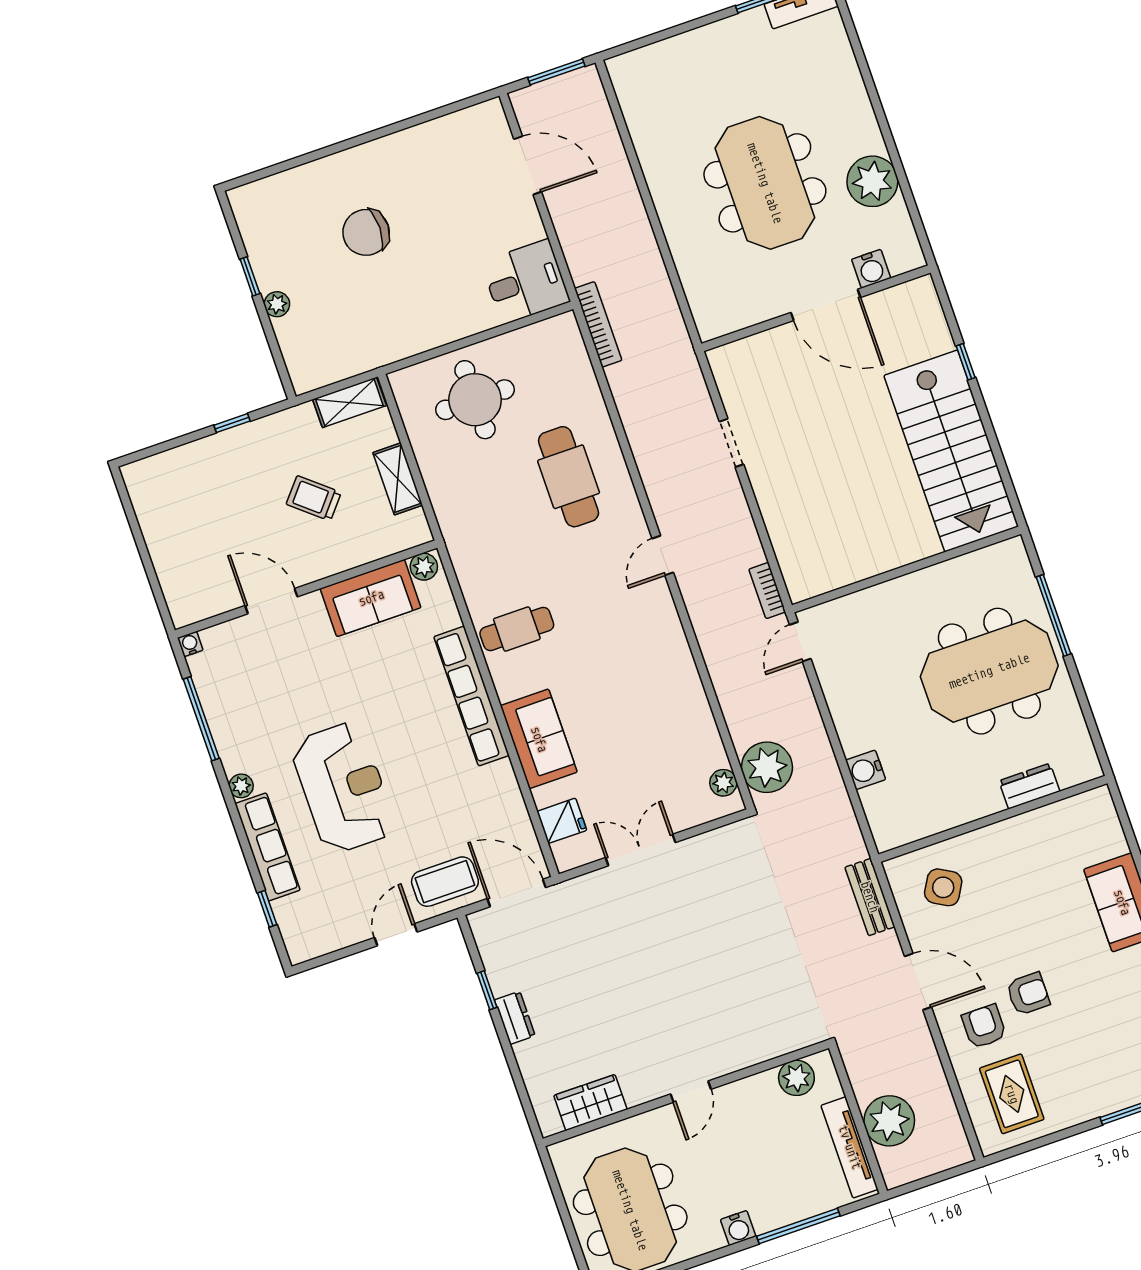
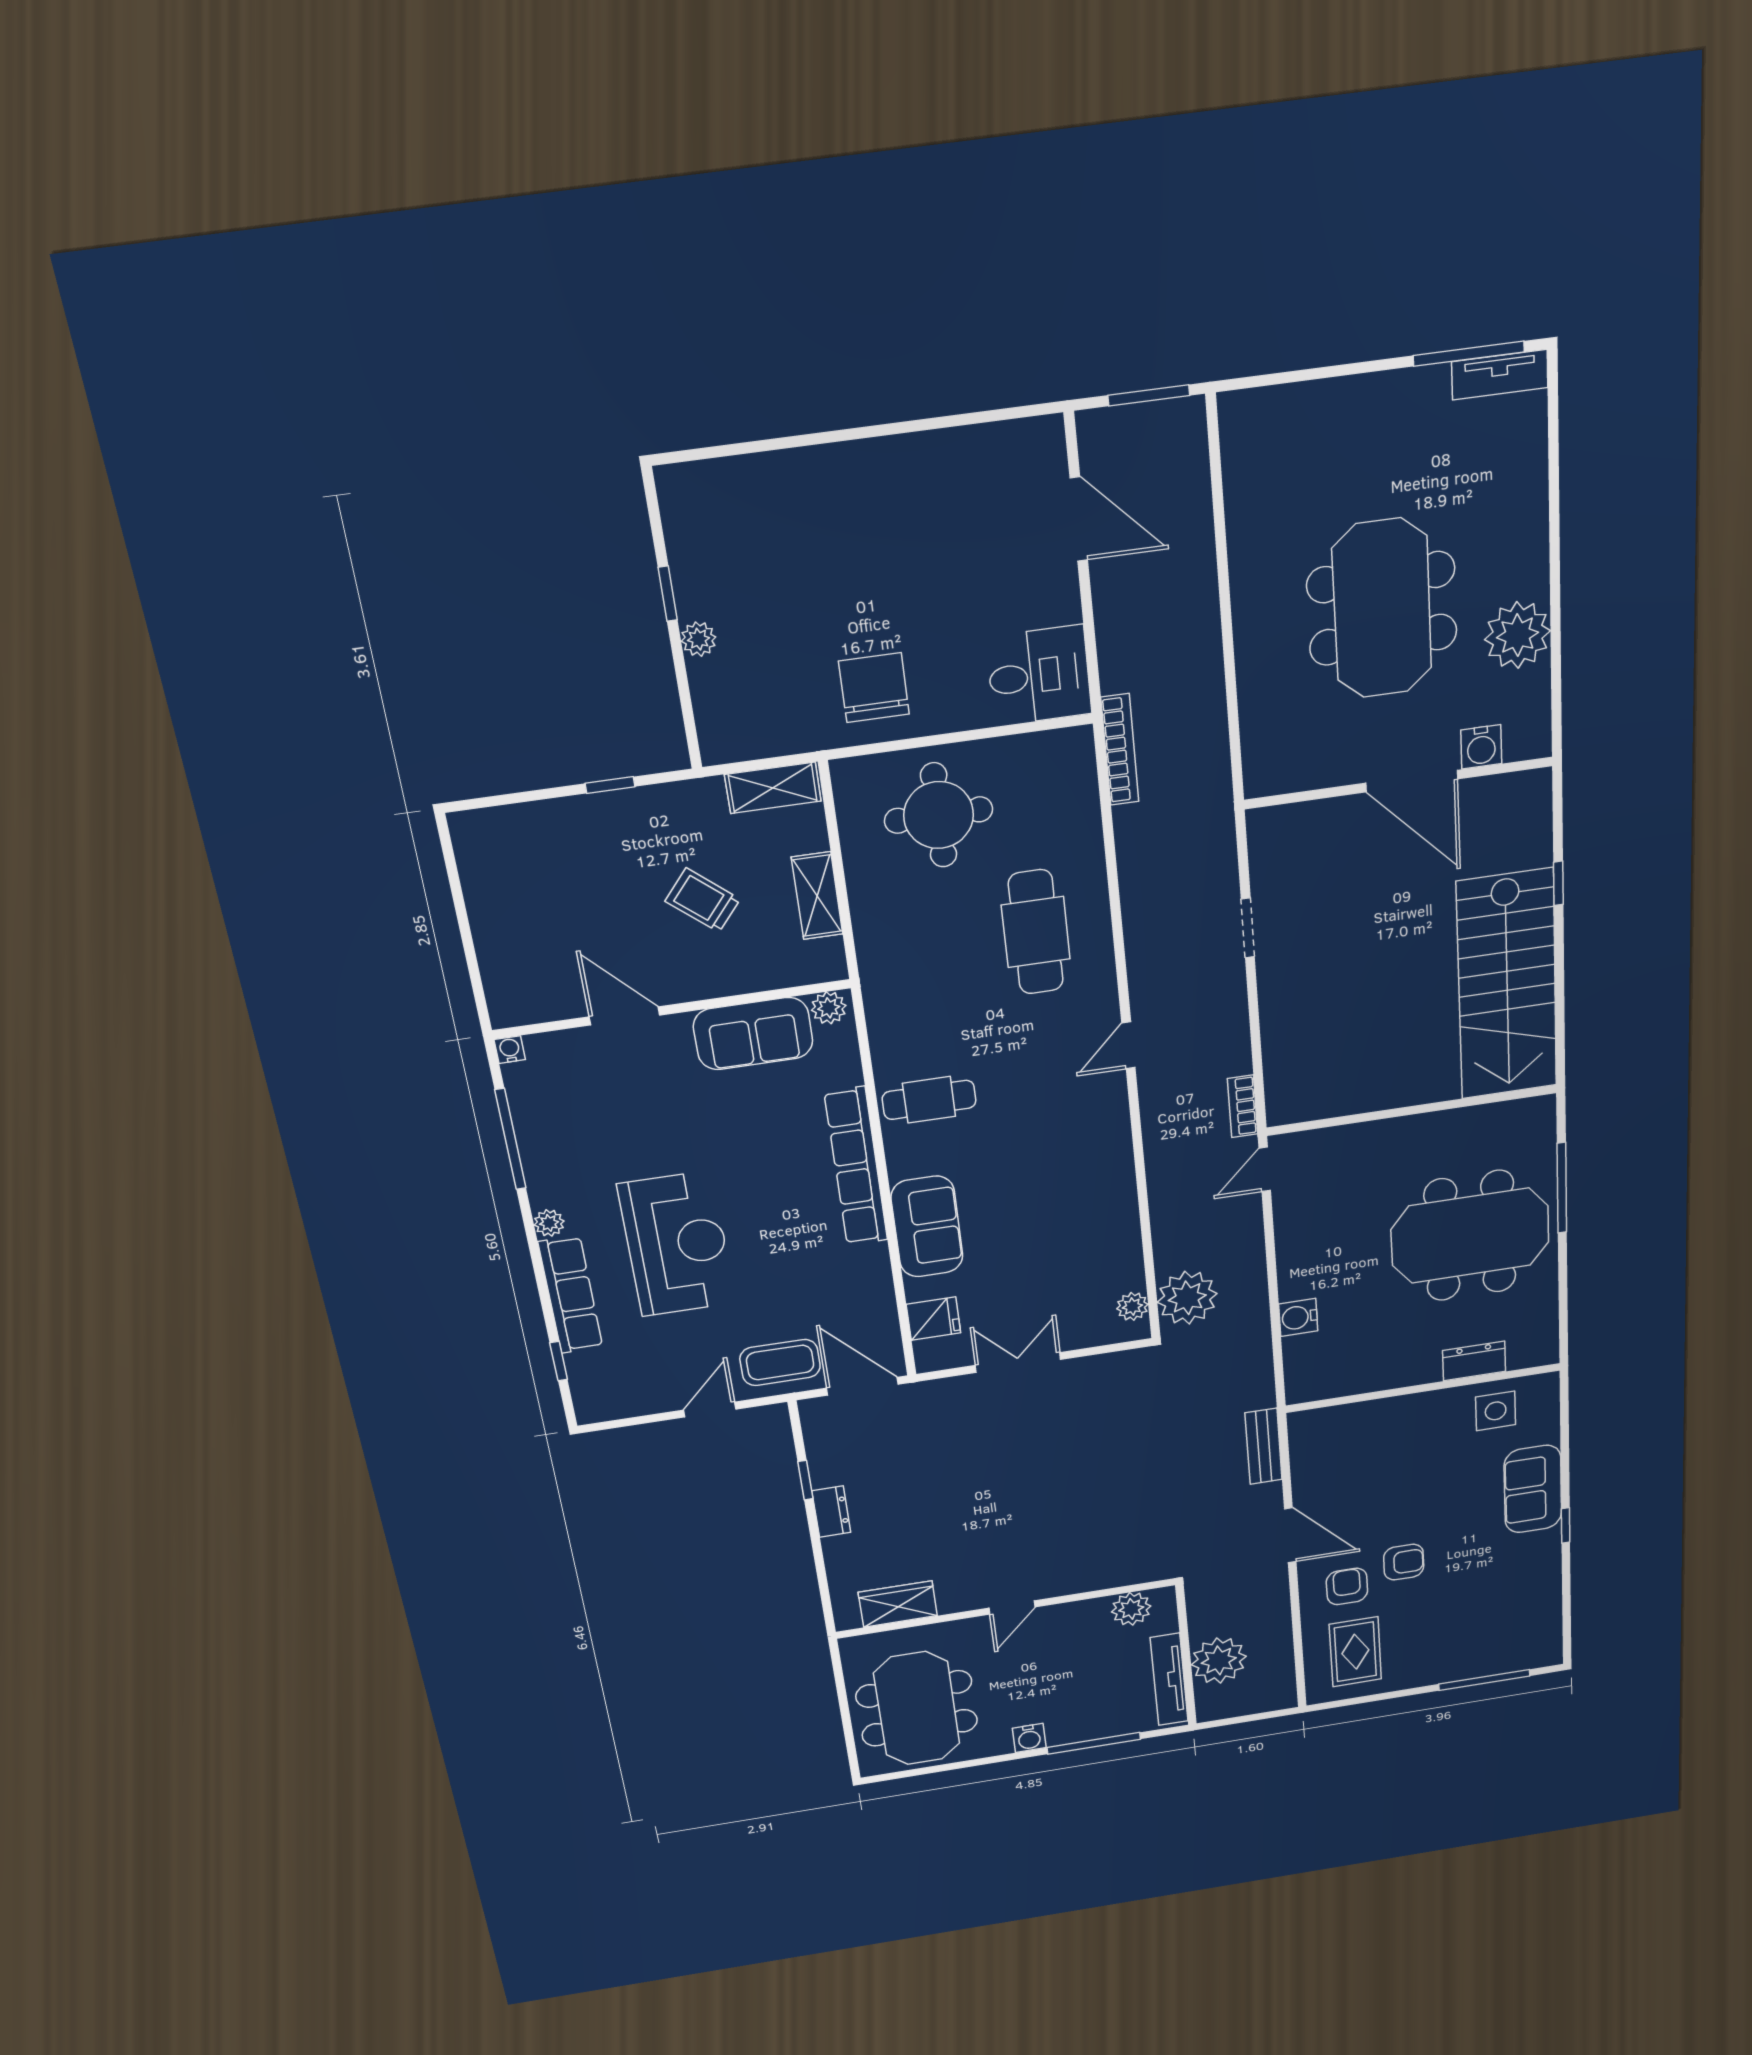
chair: (366, 232) -> (874, 688), moved, turned 90
side table: (943, 887) -> (1496, 1411), moved, turned -30

